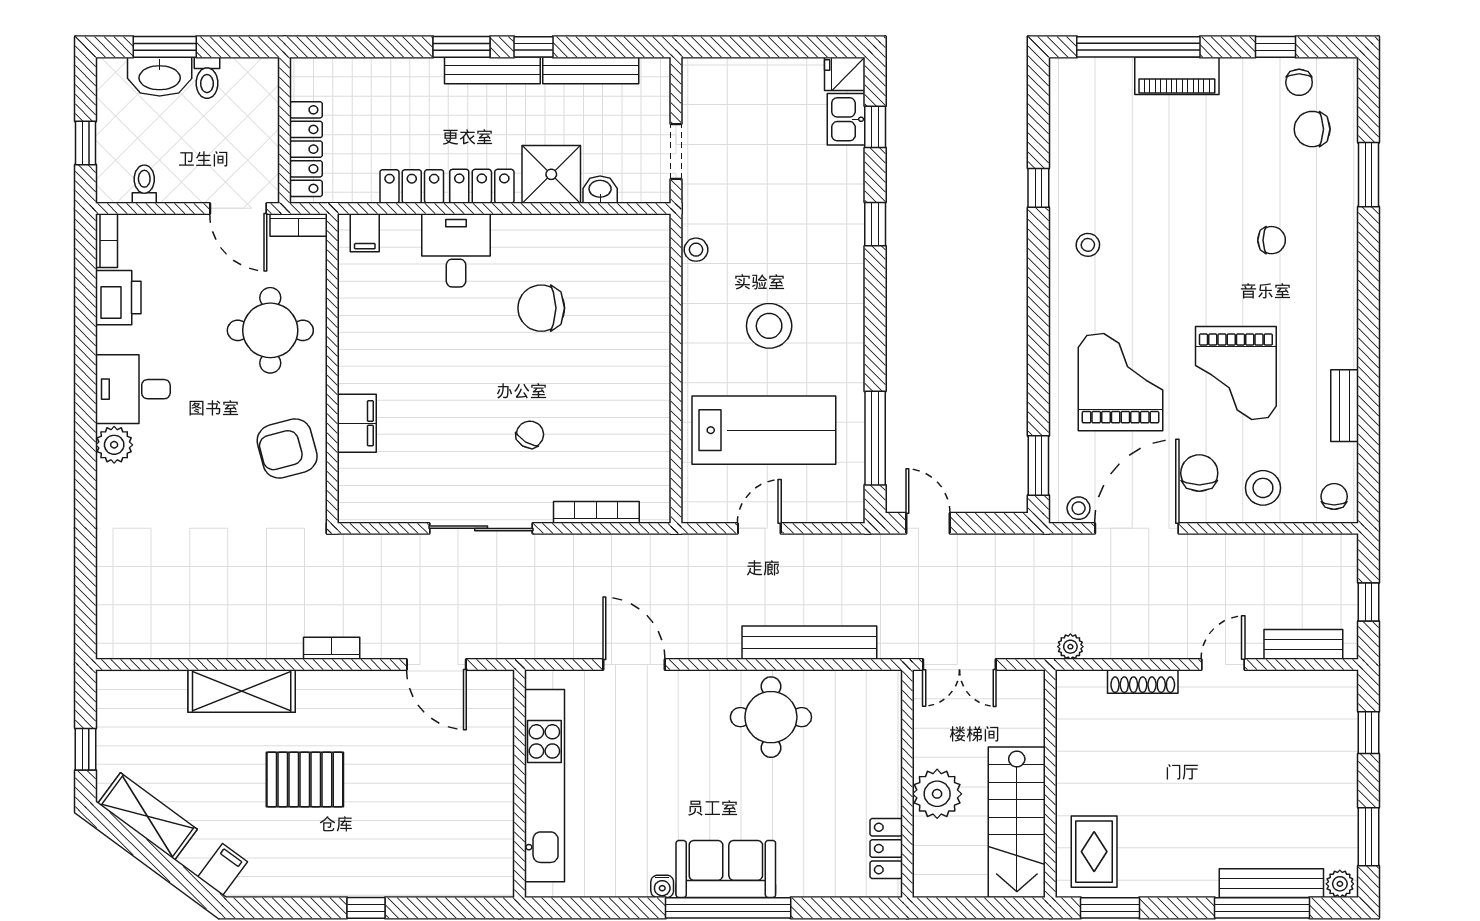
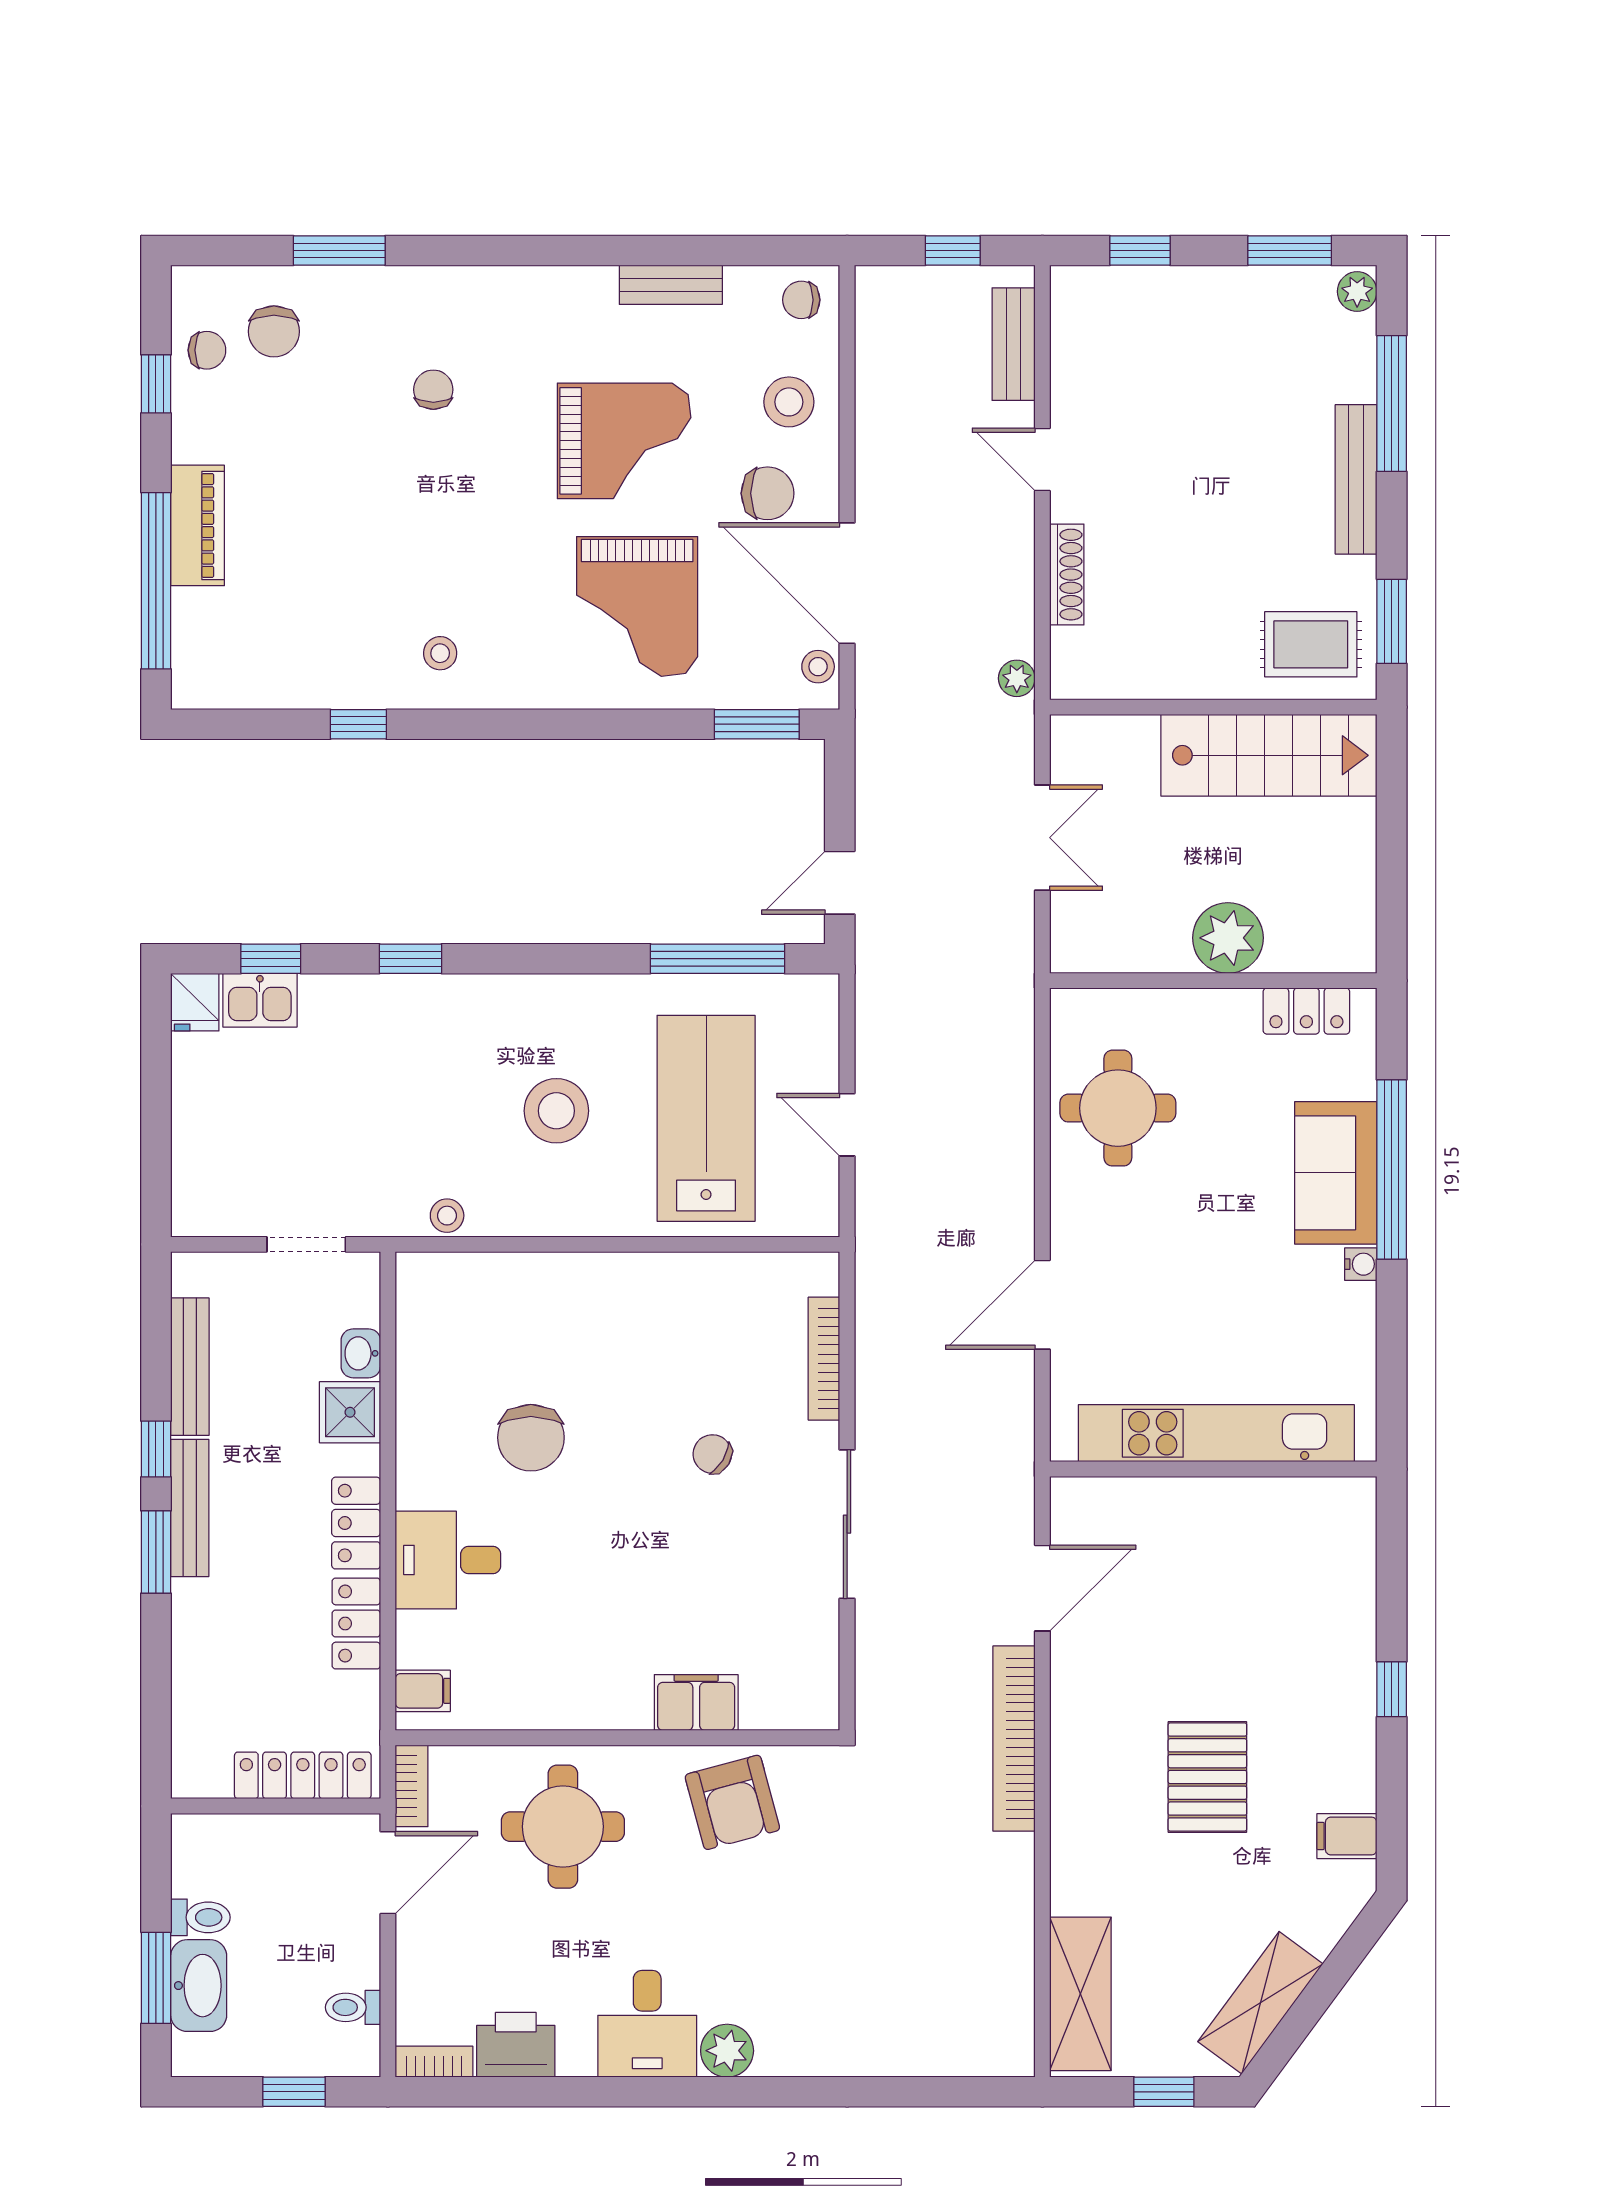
shower: (551, 174) -> (350, 1412), width x0.73, depth x0.73
grand piano: (1121, 382) -> (637, 606), turned -90
chair: (1199, 473) -> (768, 493), turned 180
bench: (809, 643) -> (1011, 1053), removed
bookcase: (332, 648) -> (1014, 1739), width x2.31, depth x1.31
shelving: (242, 691) -> (1080, 1994), moved
wall: (907, 784) -> (1213, 981), moved
plant: (937, 794) -> (1228, 938), moved
locker: (886, 848) -> (1306, 1011), moved
filing cabinet: (222, 869) -> (1347, 1836), moved, turned -36
bench: (1271, 883) -> (1356, 479), moved

